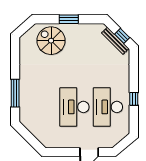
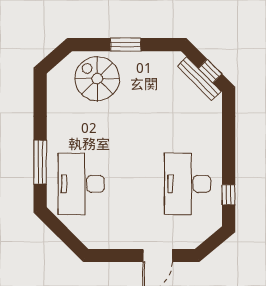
window: (134, 99) -> (229, 195), moved
desk: (74, 107) -> (81, 184), moved

